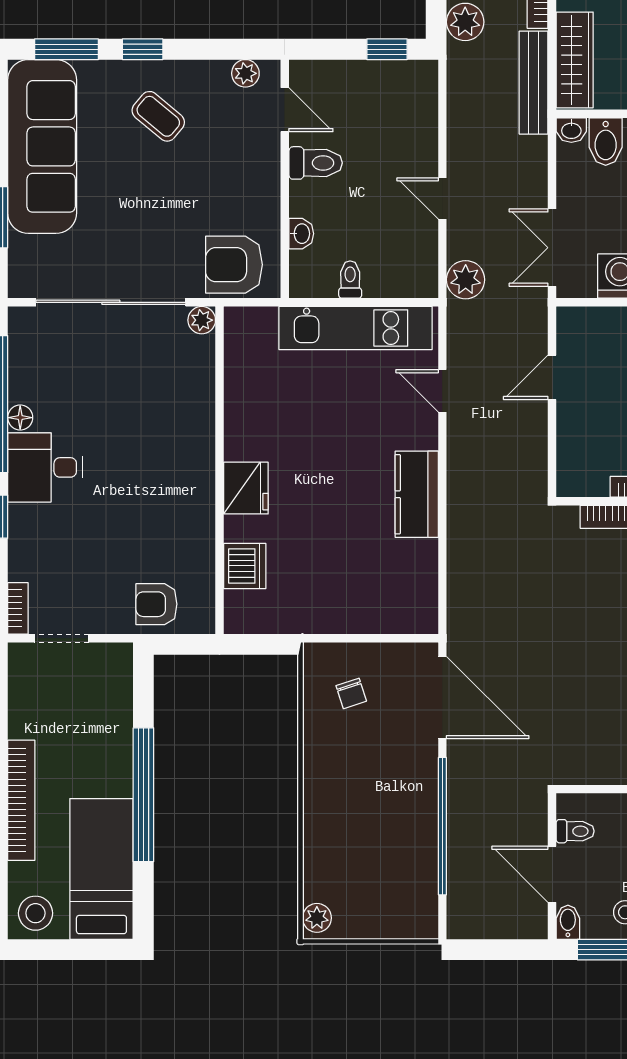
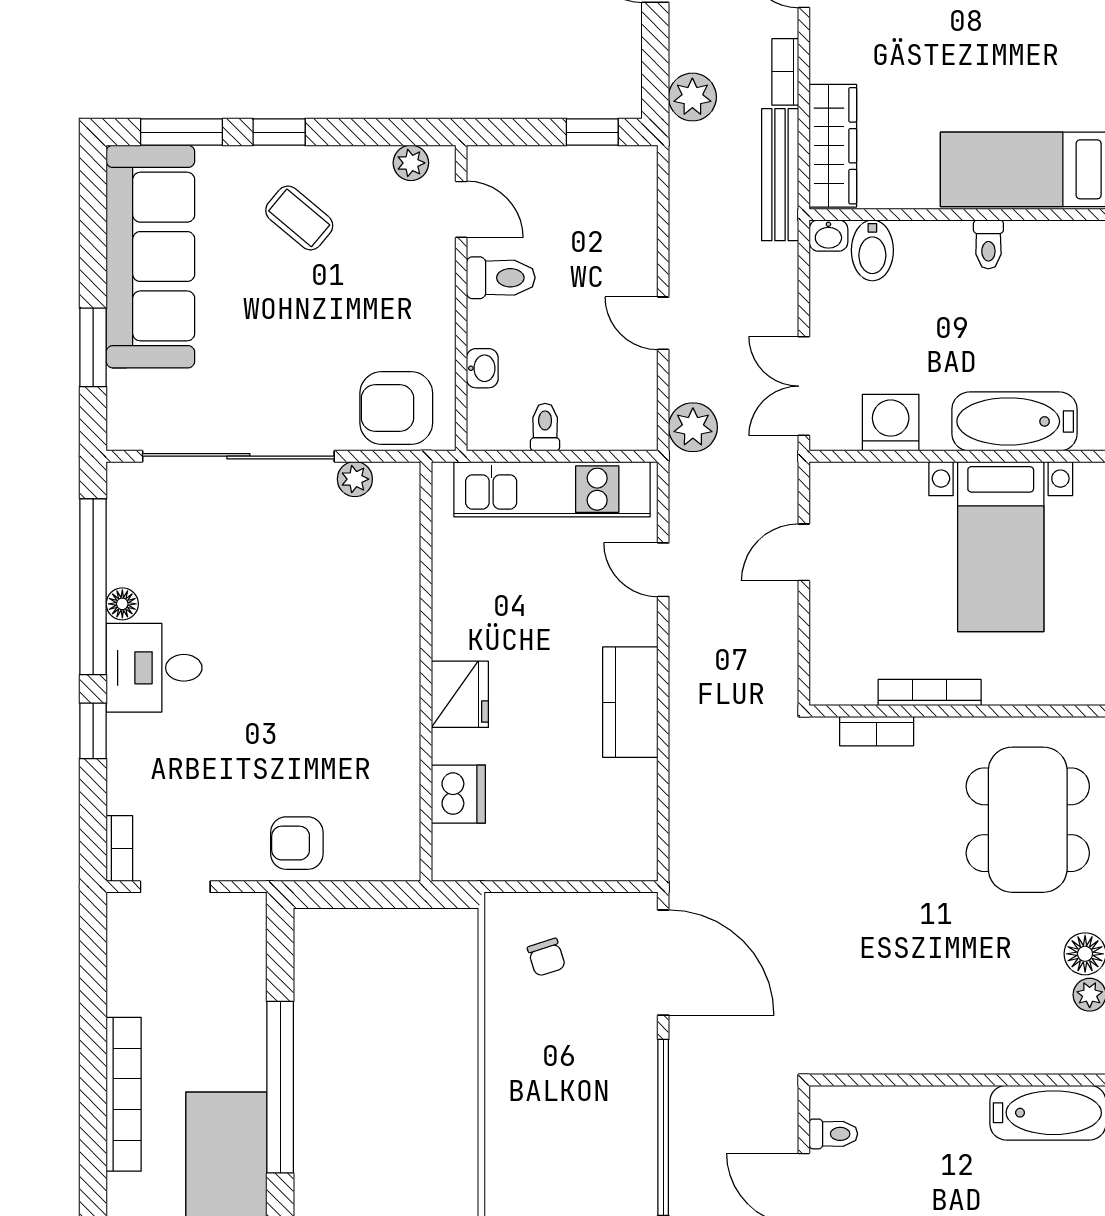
wall: (220, 470) -> (426, 671), moved
fridge: (246, 488) -> (460, 694), moved
dishwasher: (245, 566) -> (458, 794), moved

